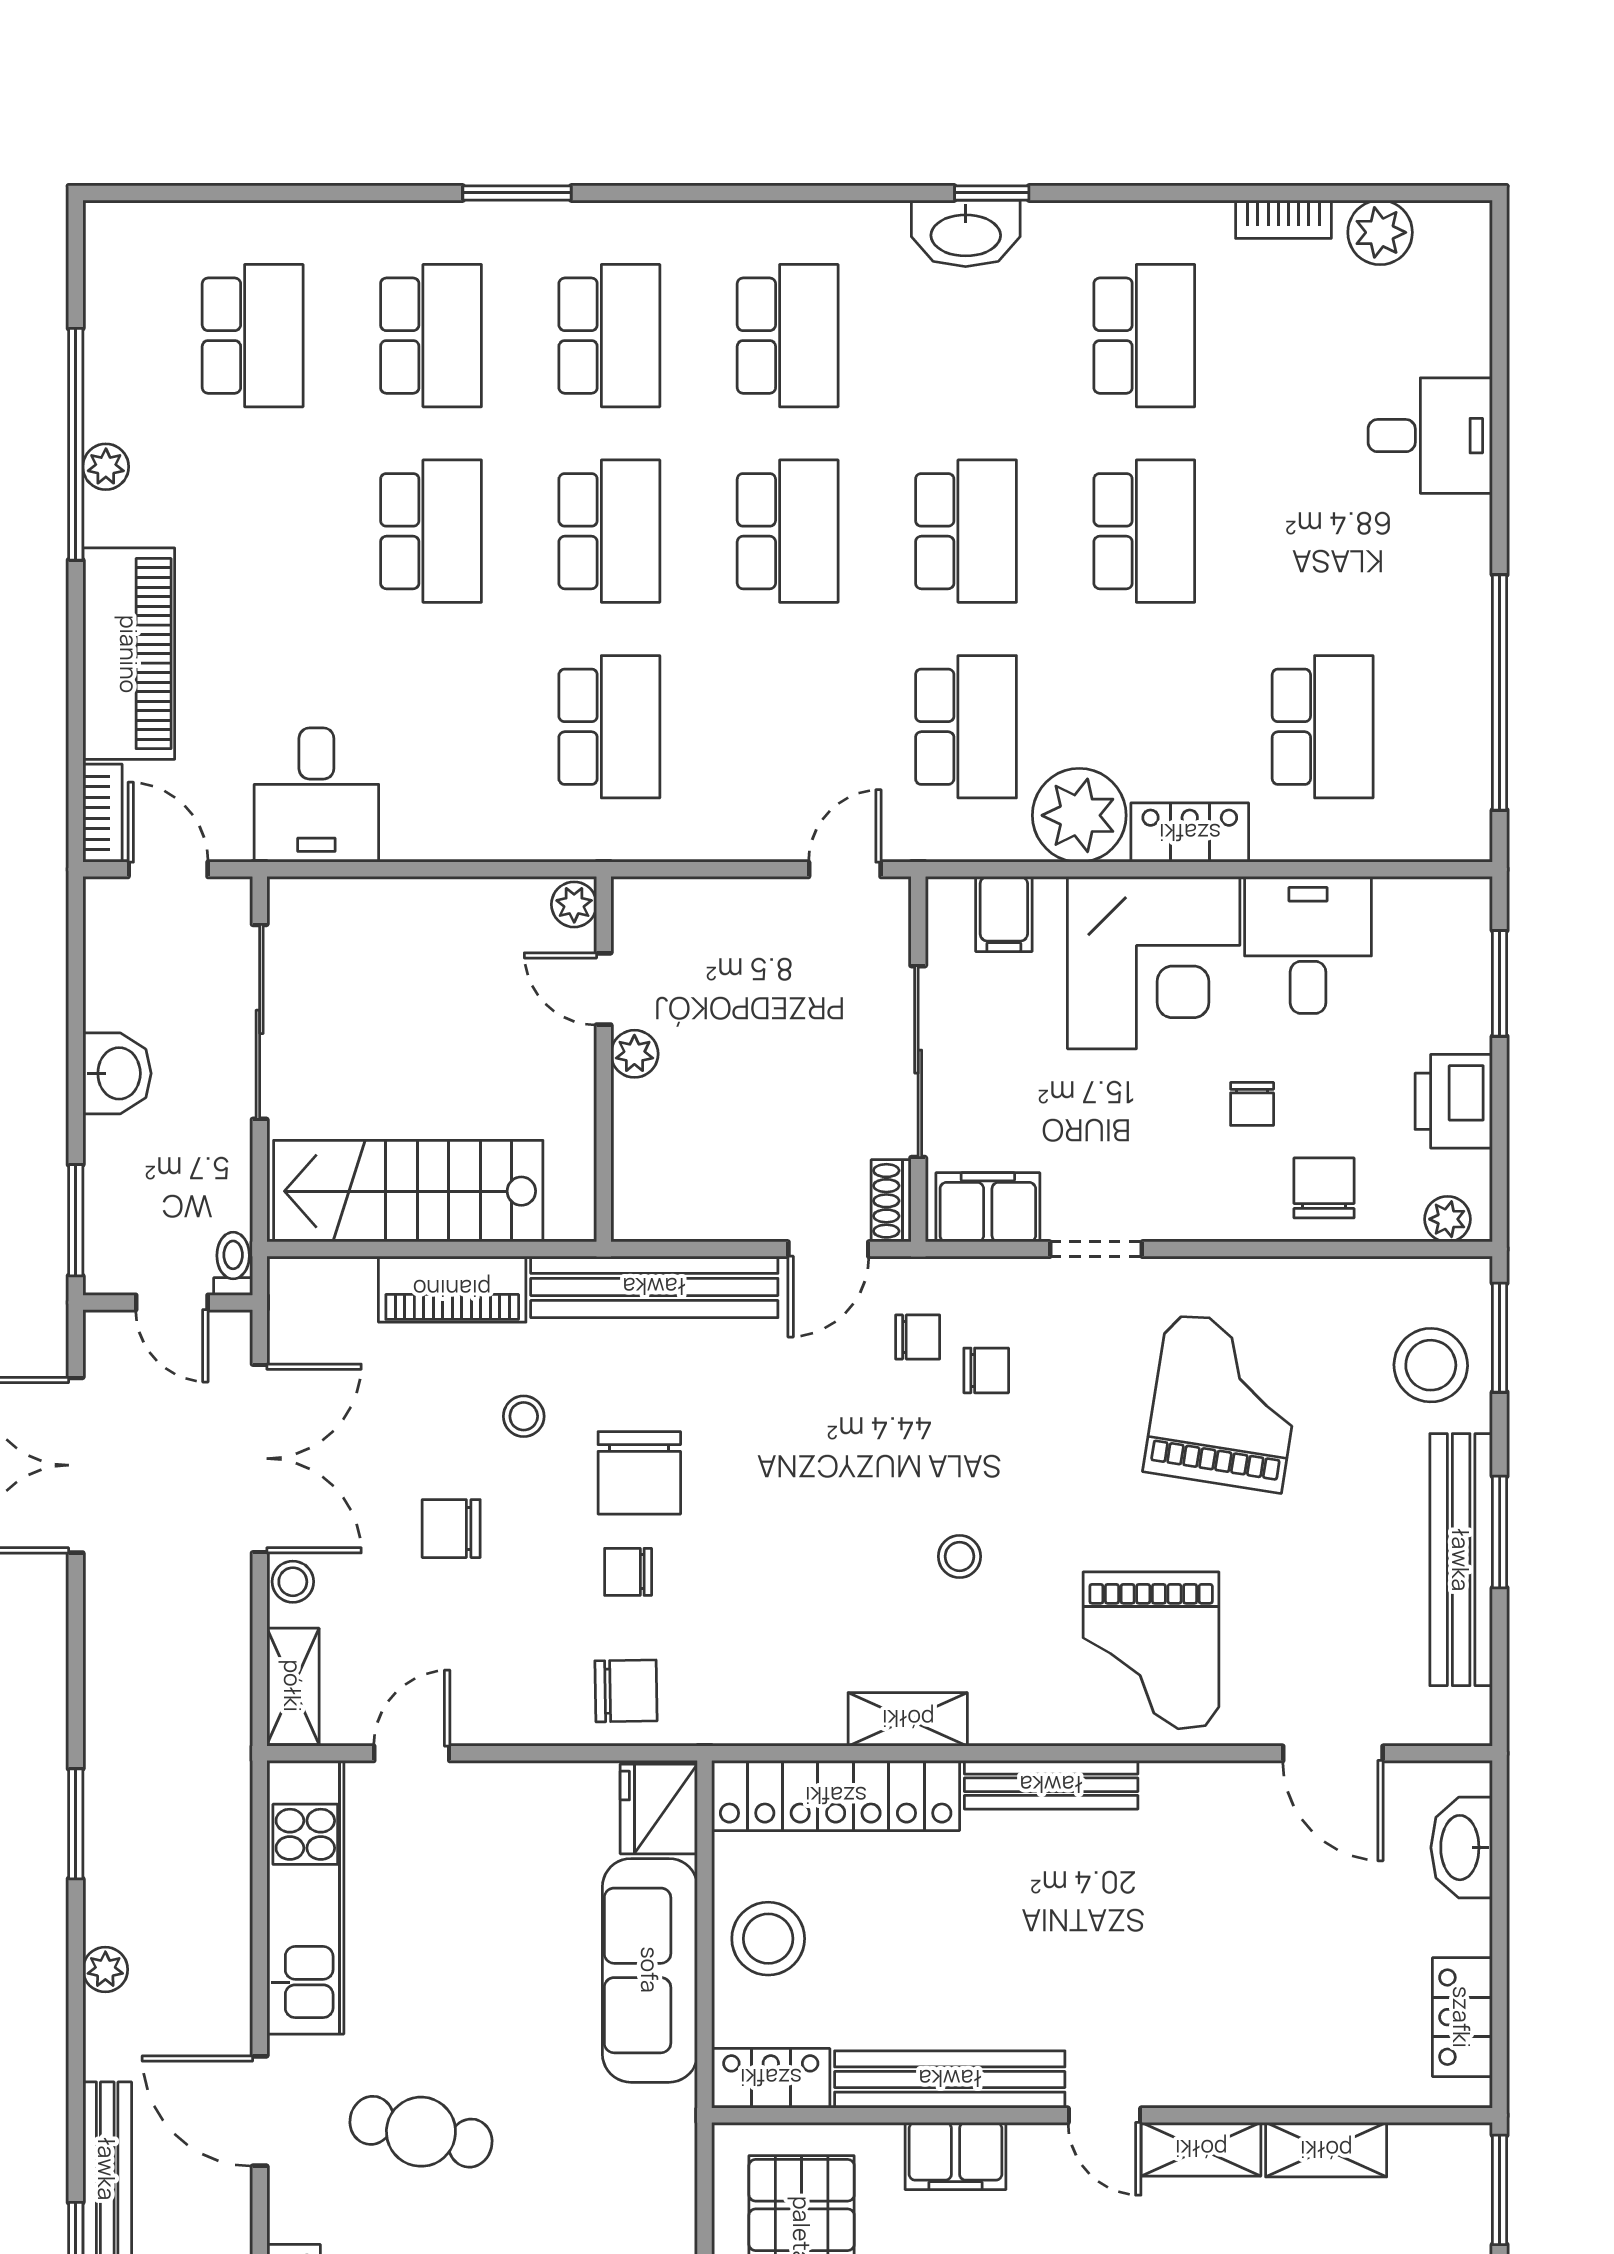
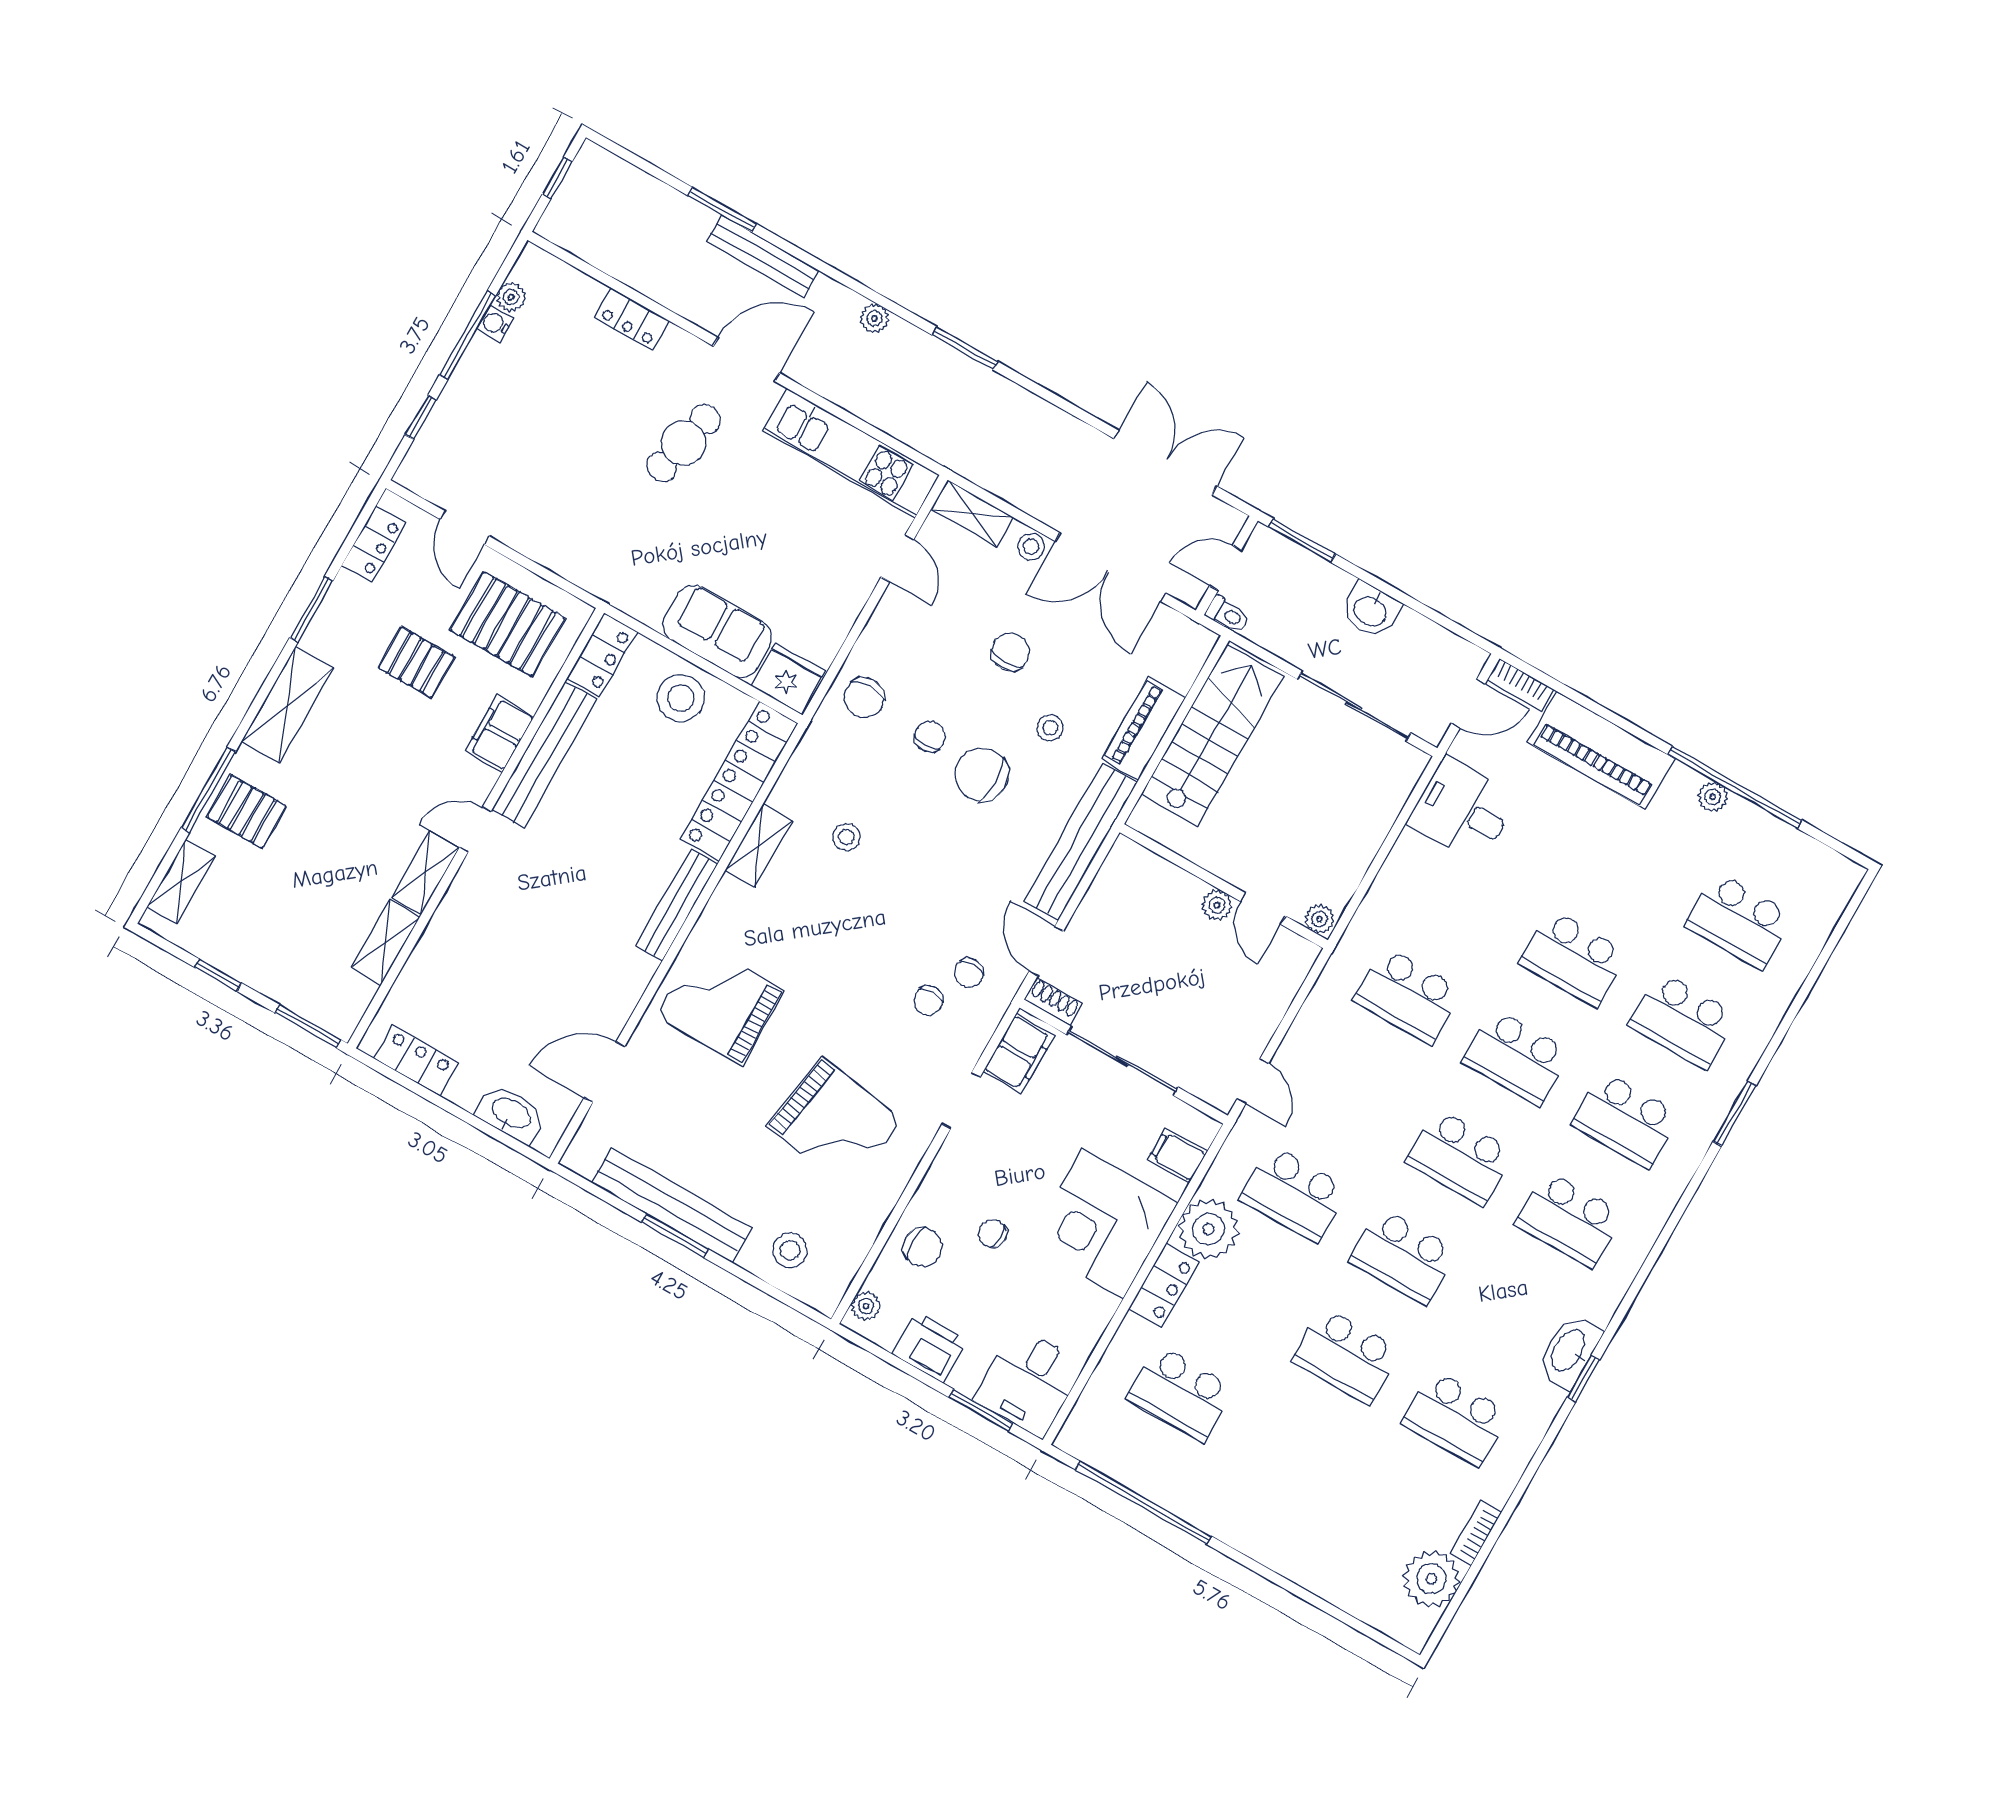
plant: (1380, 232) -> (1431, 1579), width x1.36, depth x1.36
desk: (1430, 436) -> (1309, 1546), removed
desk: (1308, 945) -> (1029, 1382), moved, turned 90
door: (604, 989) -> (1263, 909), swing flipped
window: (1500, 1338) -> (783, 1297), removed
stool: (1431, 1365) -> (790, 1250), width x0.73, depth x0.73
stool: (960, 1556) -> (846, 837), moved
sofa: (650, 1970) -> (717, 631), width x0.73

